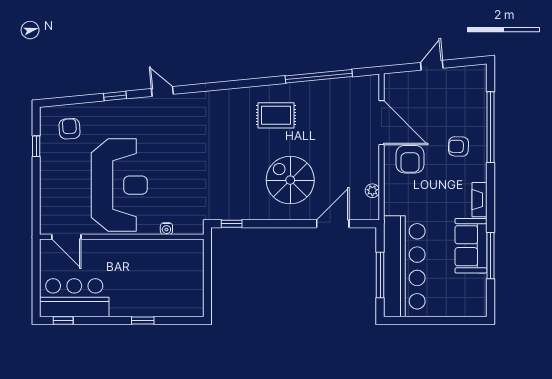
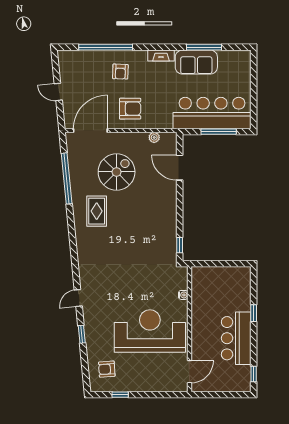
door: (382, 123) -> (90, 130), moved
spiral stairs: (290, 180) -> (117, 172), moved, turned 180
bar counter: (74, 298) -> (236, 338), moved

